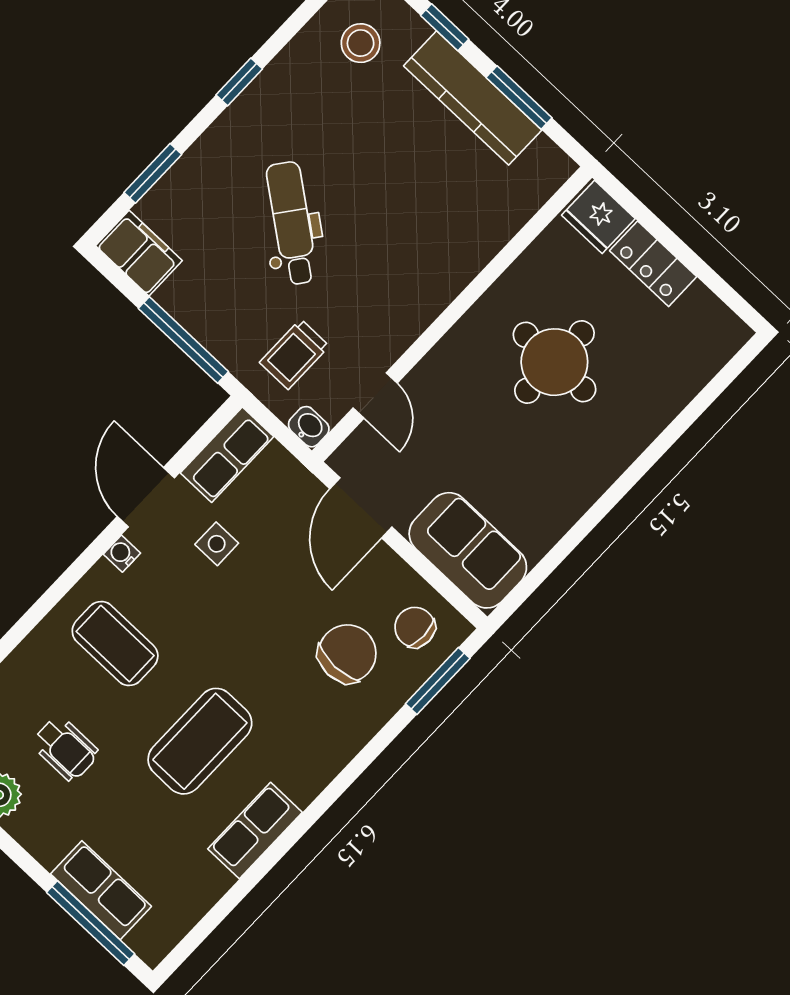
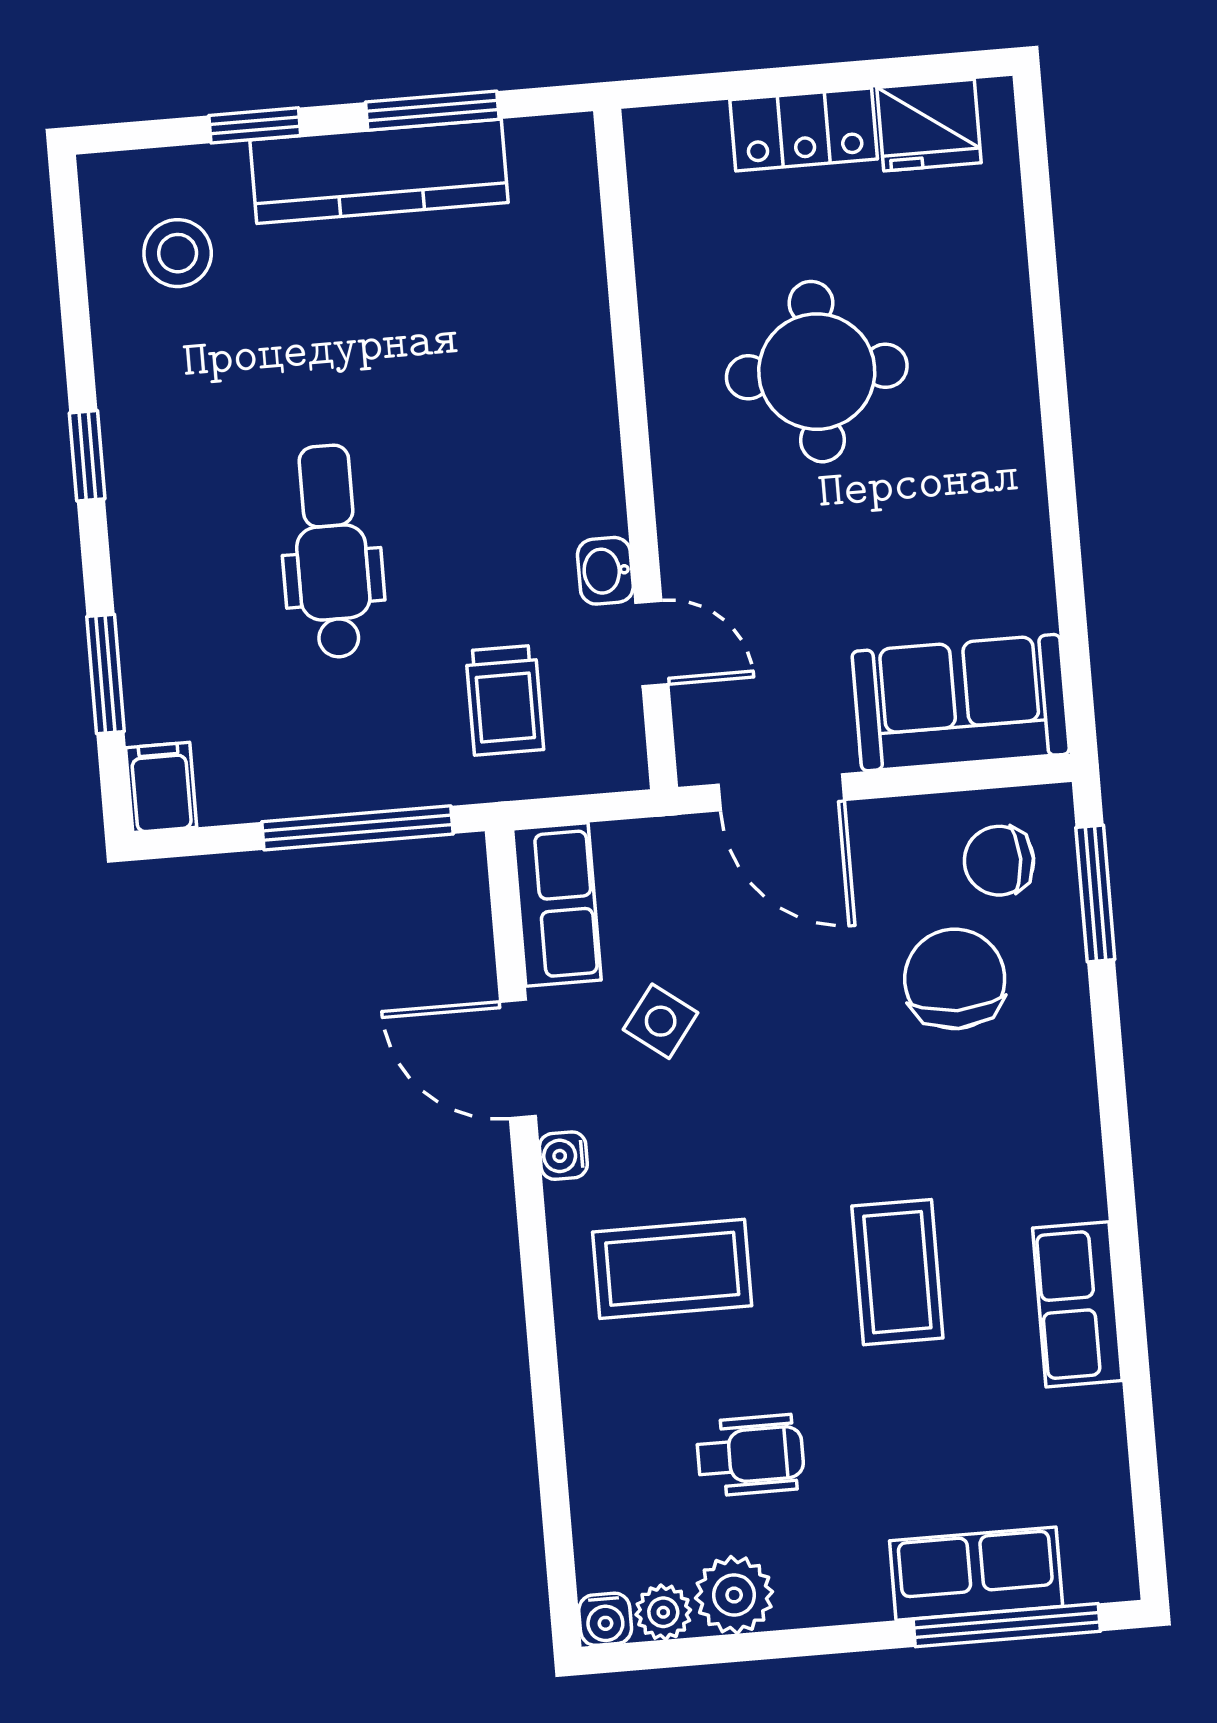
fridge: (598, 217) -> (929, 125), moved
dental chair: (292, 223) -> (332, 551), turned 53
filing cabinet: (139, 253) -> (161, 787), width x0.50
washbasin: (309, 427) -> (605, 571), moved, turned -90
side table: (217, 544) -> (661, 1021), turned 37
coffee table: (200, 741) -> (897, 1272), width x0.73, depth x0.76

